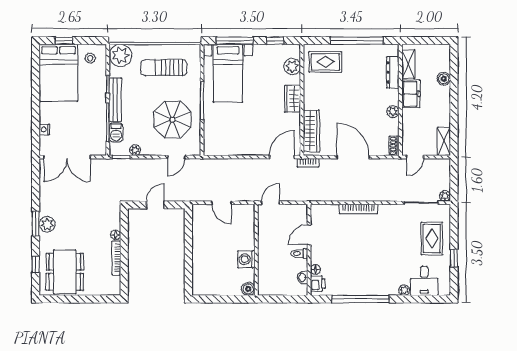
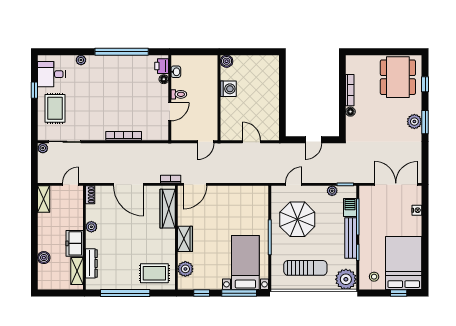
desk: (424, 281) -> (51, 74), moved, turned -90

